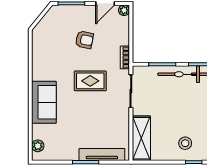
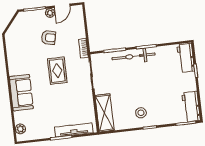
plant: (124, 10) -> (50, 13), moved
rug: (90, 81) -> (57, 71), turned 90

